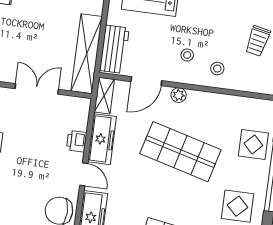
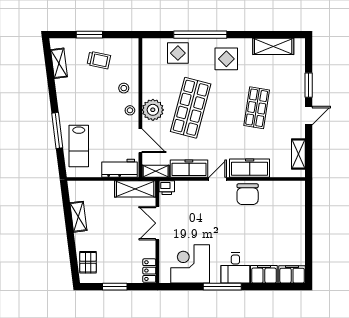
shelving: (87, 54) -> (135, 189), width x0.68
stool: (187, 55) -> (130, 110), moved
plant: (179, 95) -> (153, 110), width x1.88, depth x1.88
printer: (77, 141) -> (167, 188), moved

